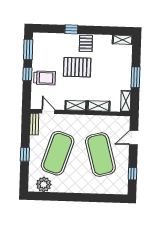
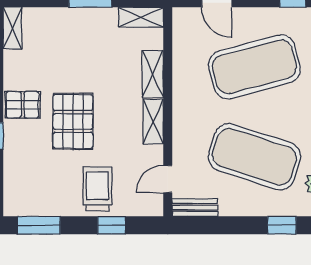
window: (27, 74) -> (111, 225), moved
window: (25, 154) -> (282, 225), moved

